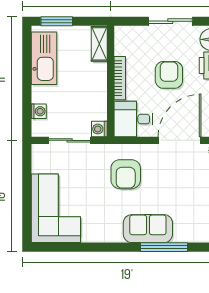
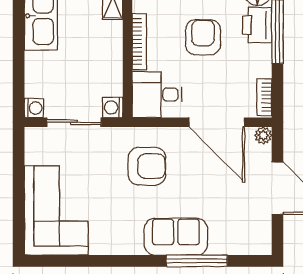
washing machine: (39, 111) -> (34, 108), moved
door: (180, 140) -> (217, 122), swing flipped
armchair: (126, 174) -> (147, 166), turned -90

